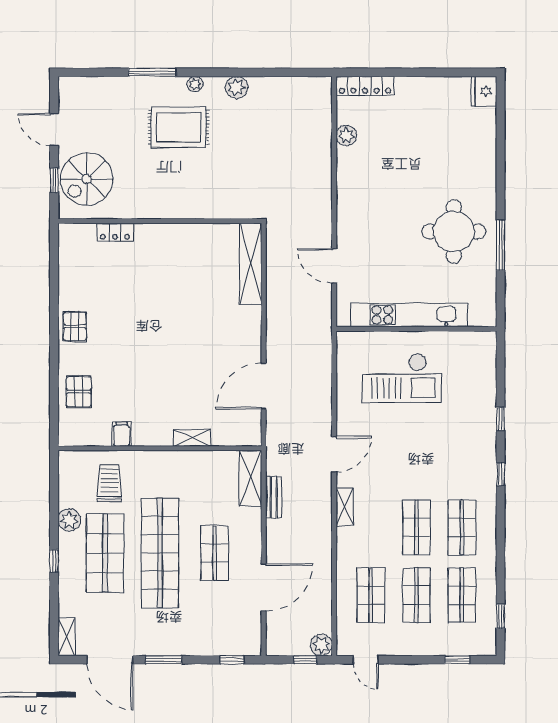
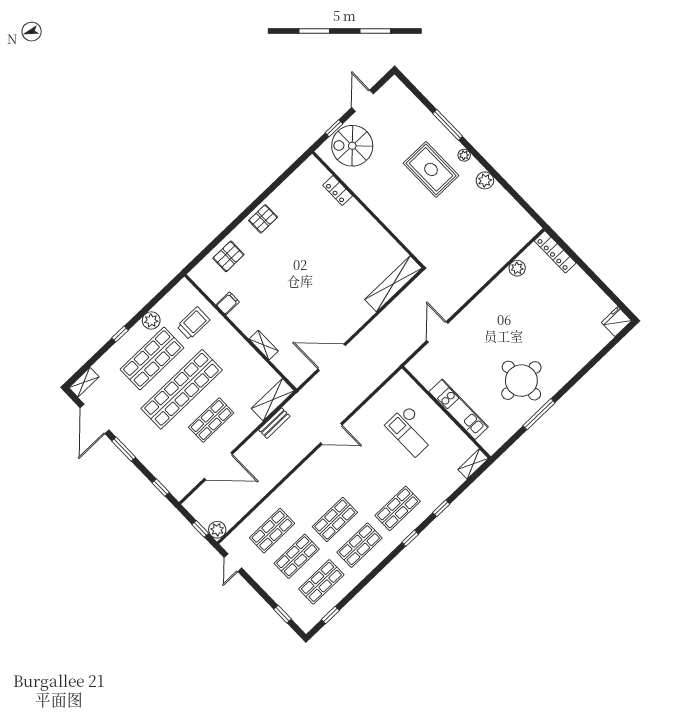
kitchen unit: (409, 315) -> (459, 409), width x0.73
checkout: (402, 378) -> (411, 431), width x0.73, depth x0.83
shop shelf: (462, 459) -> (398, 508), added
shelving: (345, 507) -> (473, 464), moved

